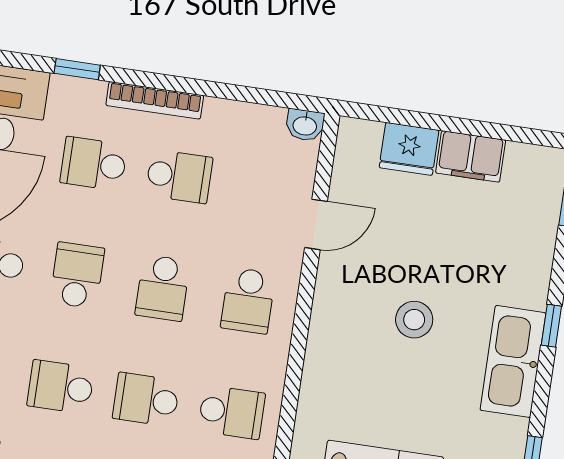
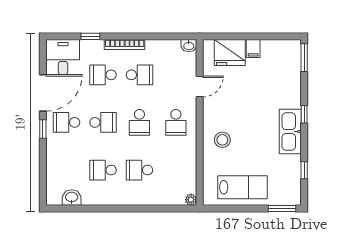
fridge: (409, 149) -> (230, 52), width x1.36, depth x1.34
filing cabinet: (471, 156) -> (253, 49), width x0.50
school desk: (77, 275) -> (103, 122), turned 90
stool: (414, 320) -> (222, 140), moved
school desk: (232, 412) -> (176, 170), removed

